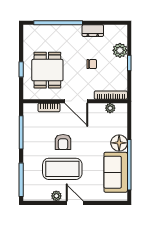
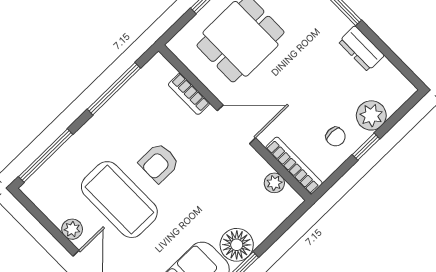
chair: (92, 64) -> (336, 137), moved
door: (76, 101) -> (236, 124), swing flipped

